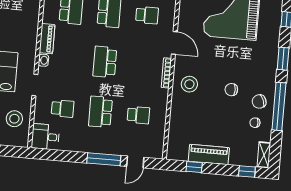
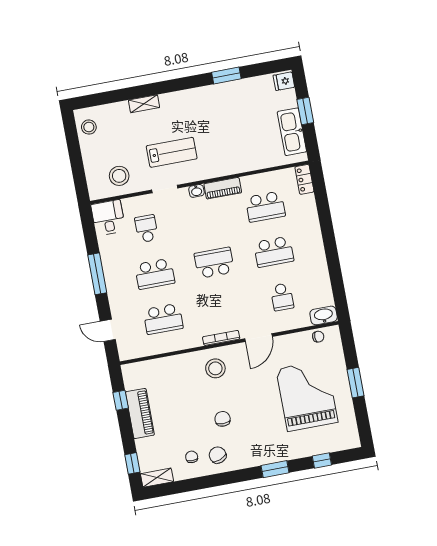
window: (279, 106) -> (218, 480), removed
school desk: (63, 109) -> (146, 229), turned 180
school desk: (100, 112) -> (155, 274), turned 180
school desk: (138, 115) -> (163, 319), width x1.85
window: (104, 159) -> (97, 274), moved

